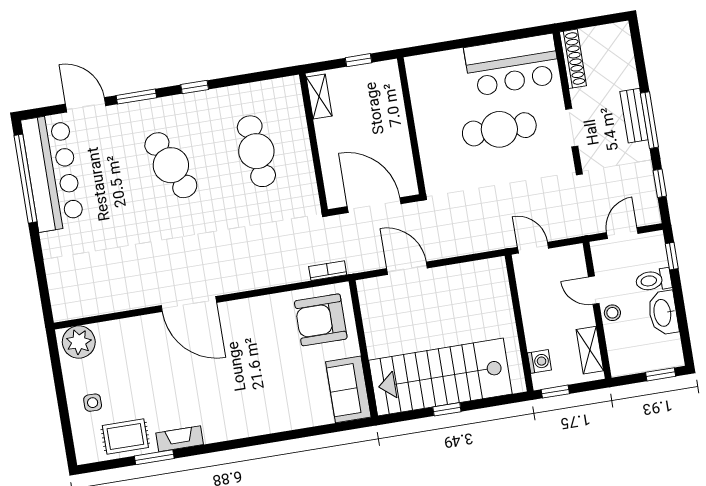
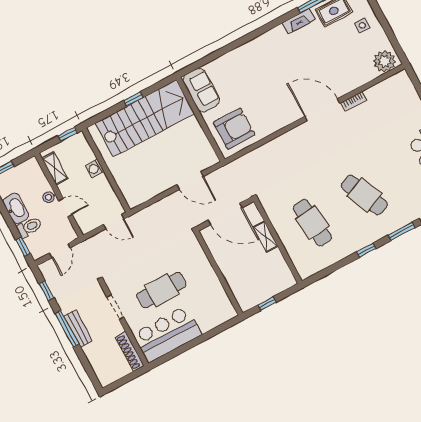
shelving: (319, 96) -> (265, 237), moved
bookcase: (328, 271) -> (354, 101), moved
washing machine: (539, 361) -> (95, 168), moved

